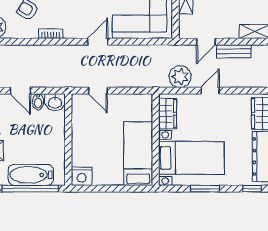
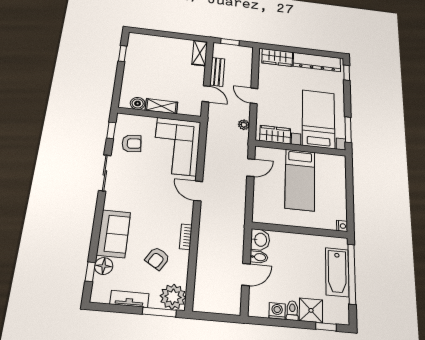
plant: (180, 77) -> (244, 125), width x0.53, depth x0.53
door: (98, 91) -> (251, 168), moved
bed: (138, 154) -> (300, 180), moved, turned -90
nightstand: (82, 176) -> (342, 226), width x0.53, depth x0.56
window: (205, 189) -> (348, 130), moved

